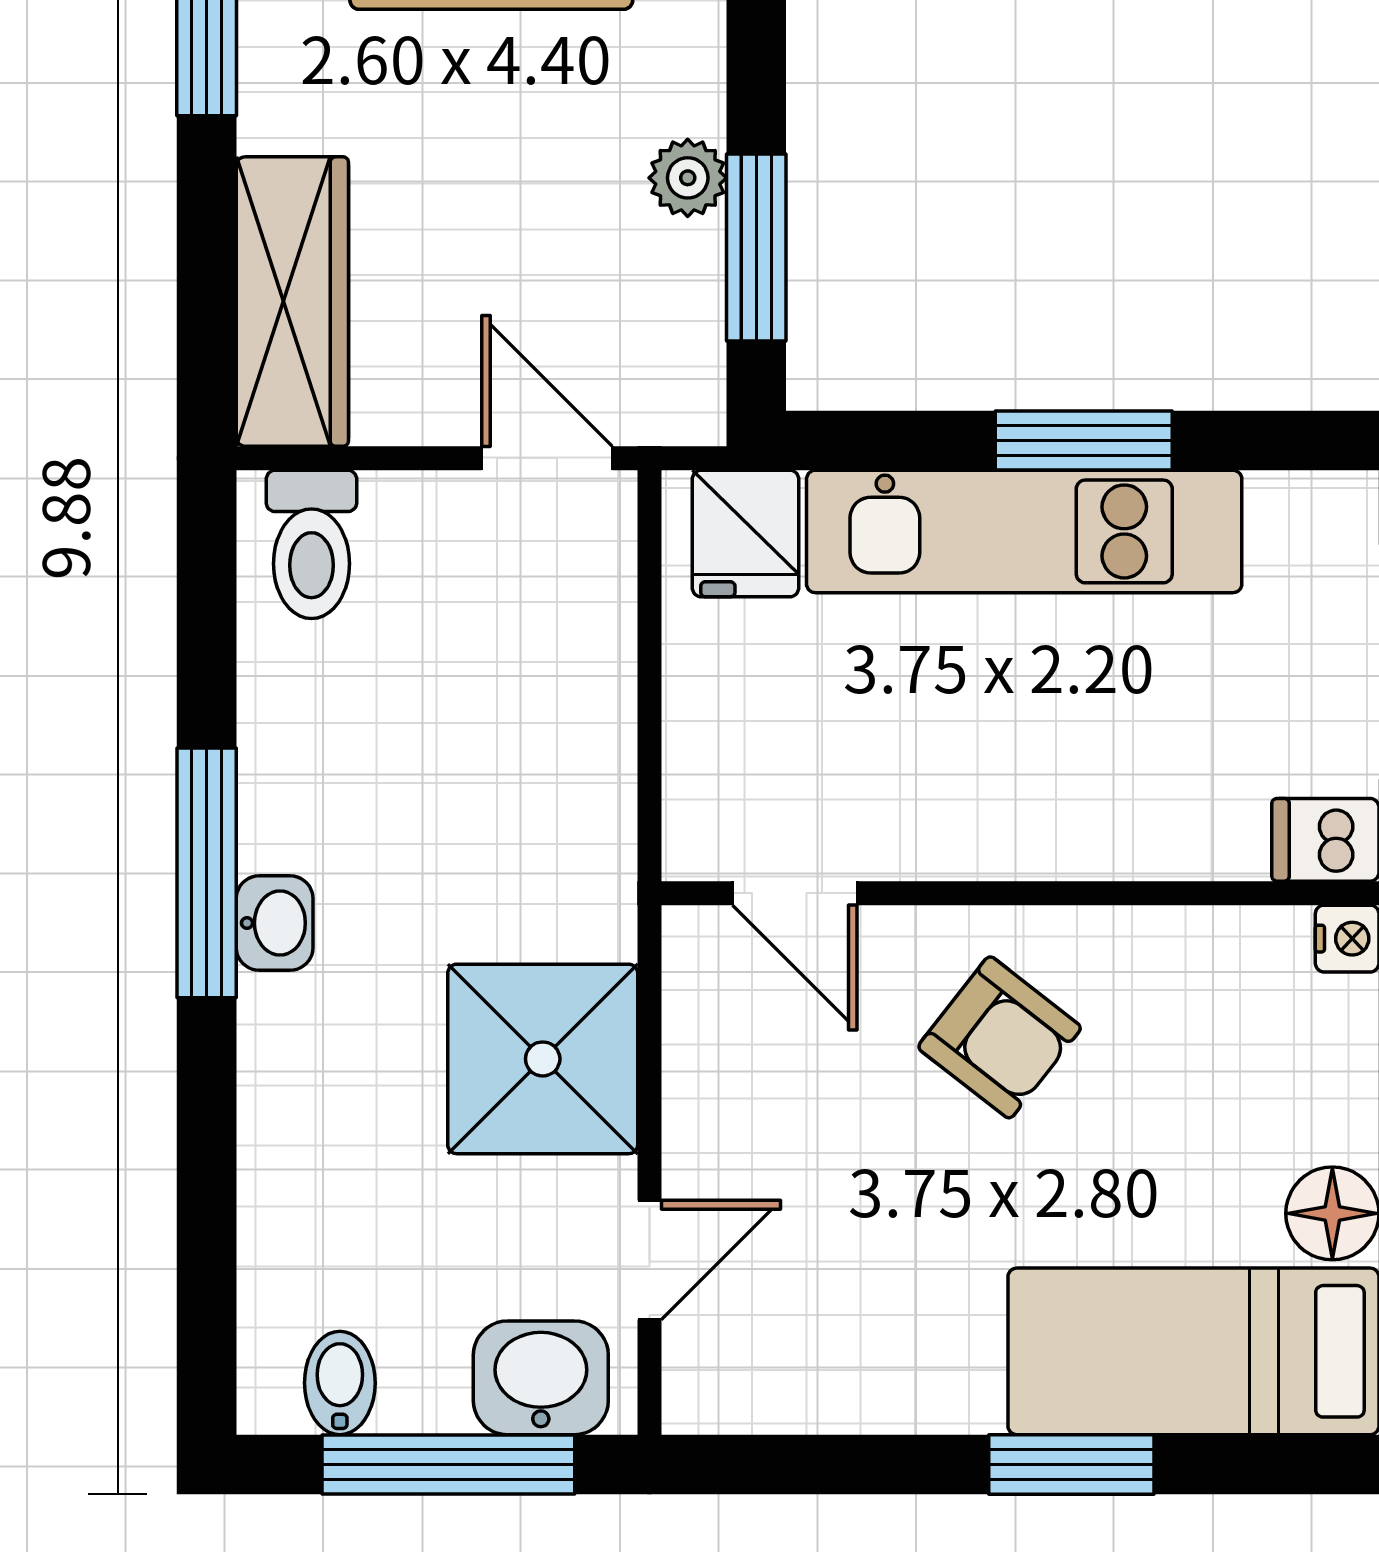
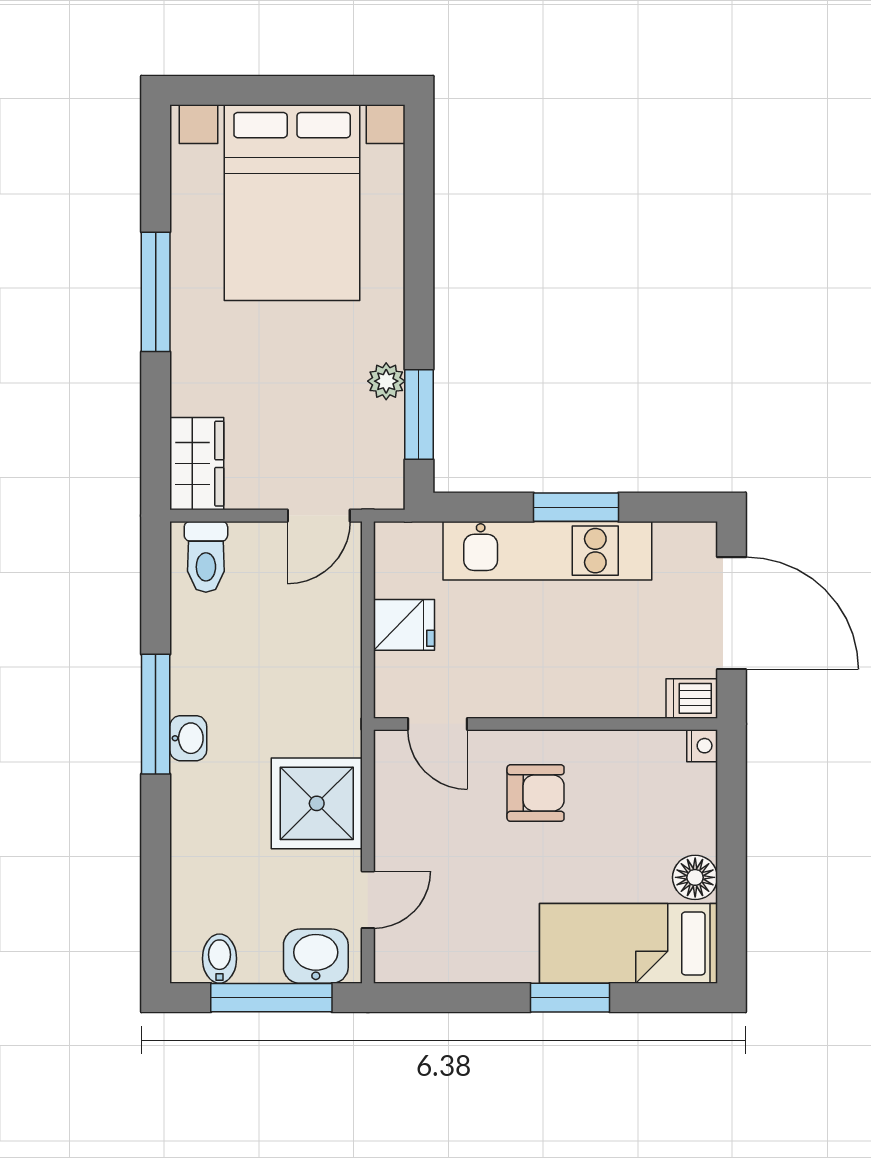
wardrobe: (292, 302) -> (197, 464), width x0.67
door: (547, 458) -> (319, 516), swing flipped
fridge: (745, 534) -> (404, 625), moved, turned -90
armchair: (1000, 1037) -> (536, 793), turned -38

